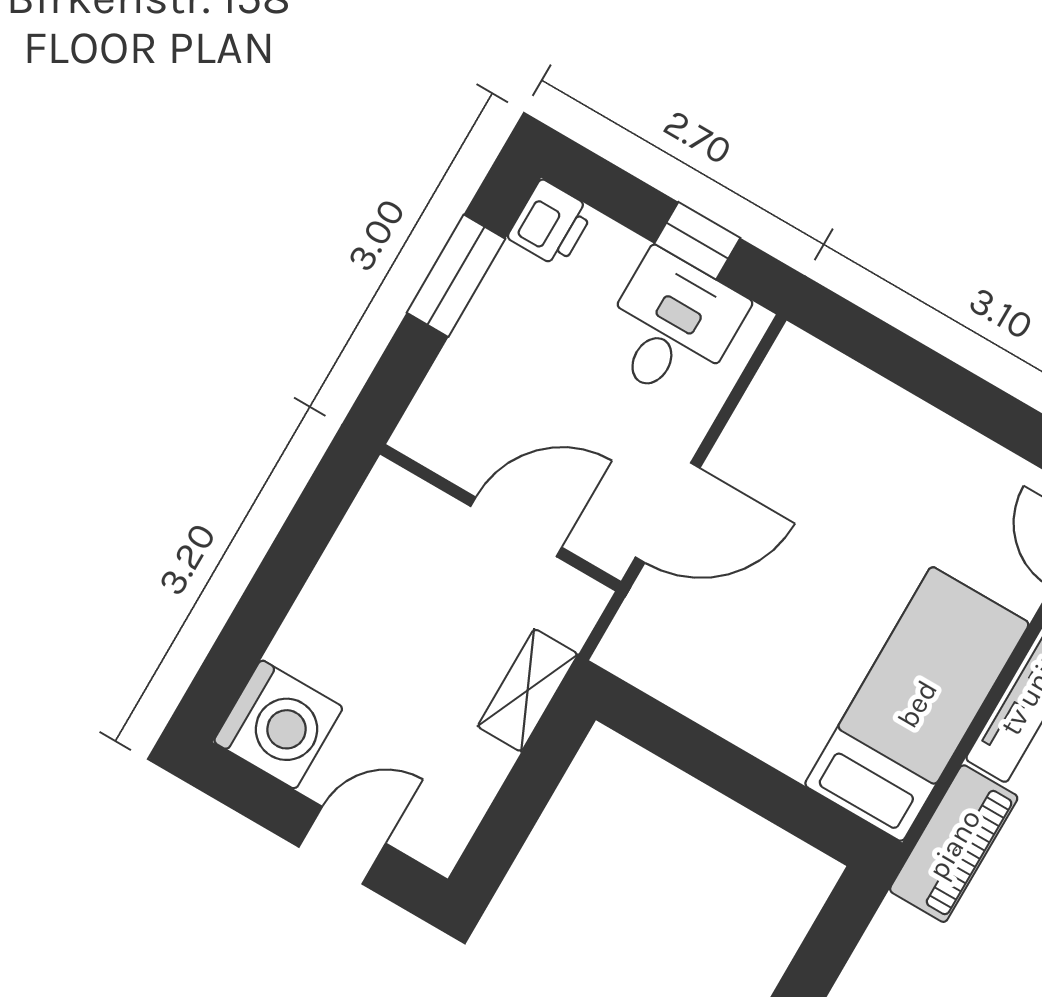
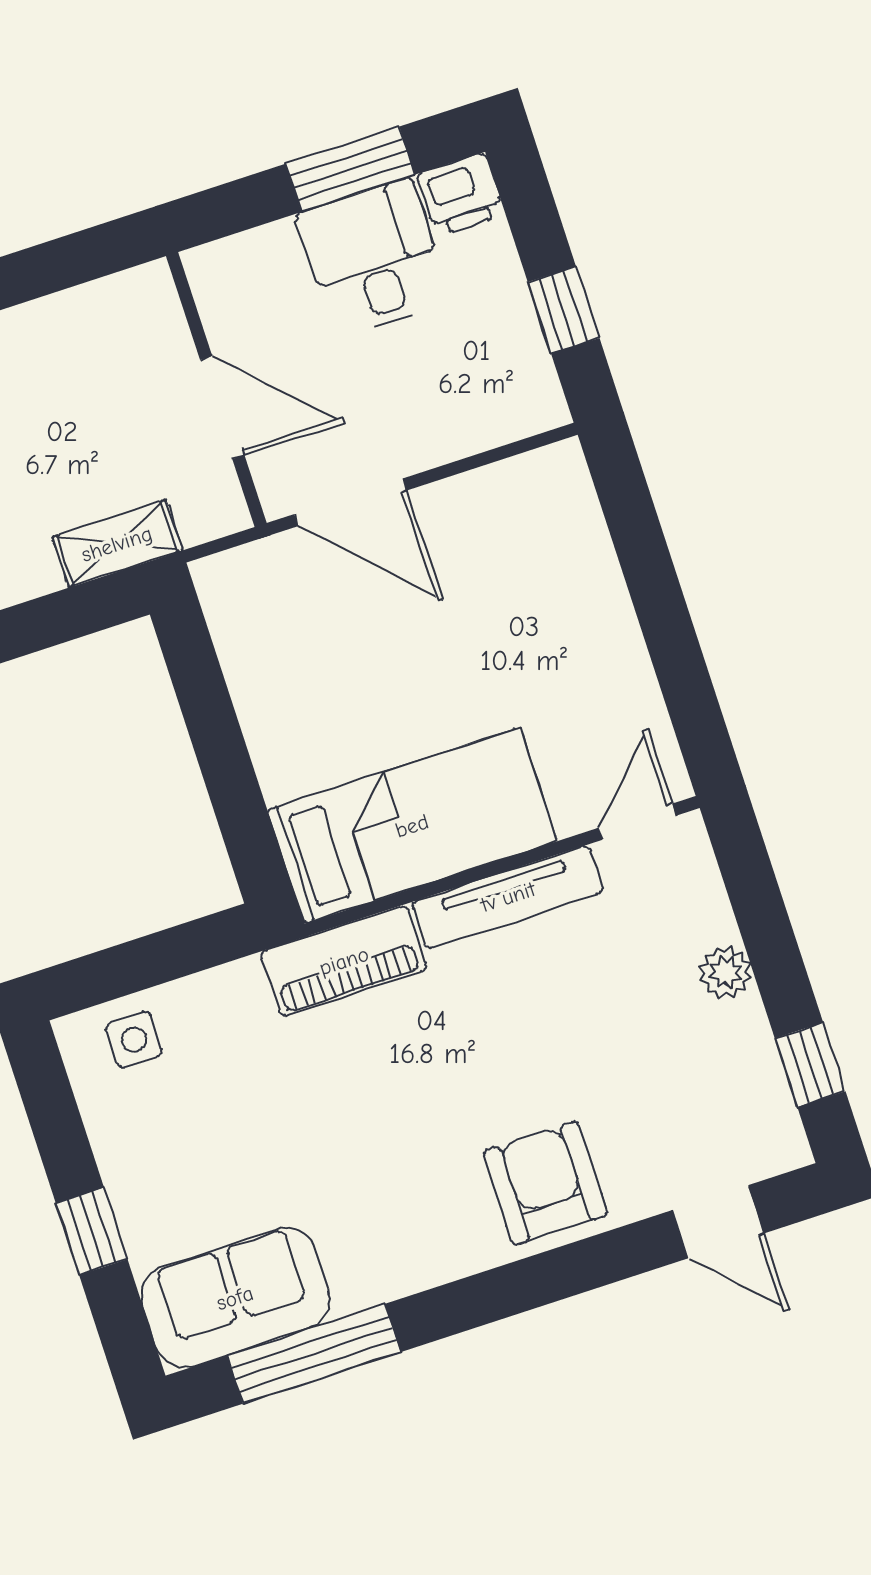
desk: (672, 327) -> (373, 258), moved, turned -90

